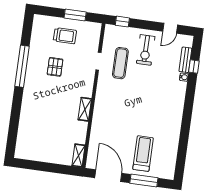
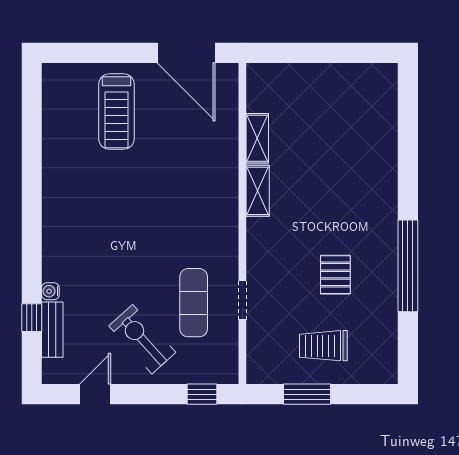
exercise bike: (146, 50) -> (142, 339), turned -42
shelving: (78, 155) -> (257, 138), moved
window: (144, 180) -> (107, 53), removed

